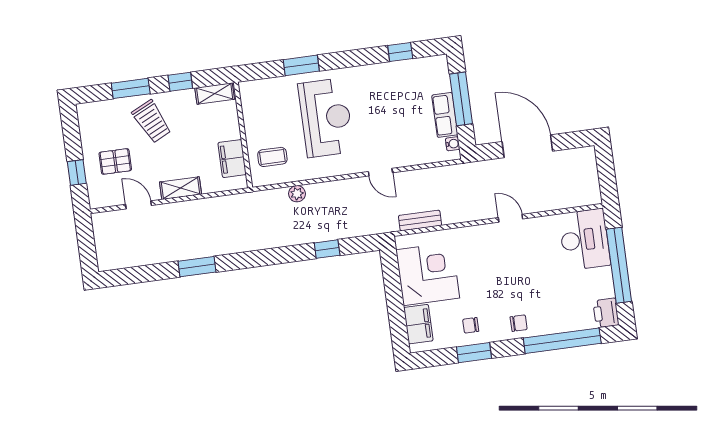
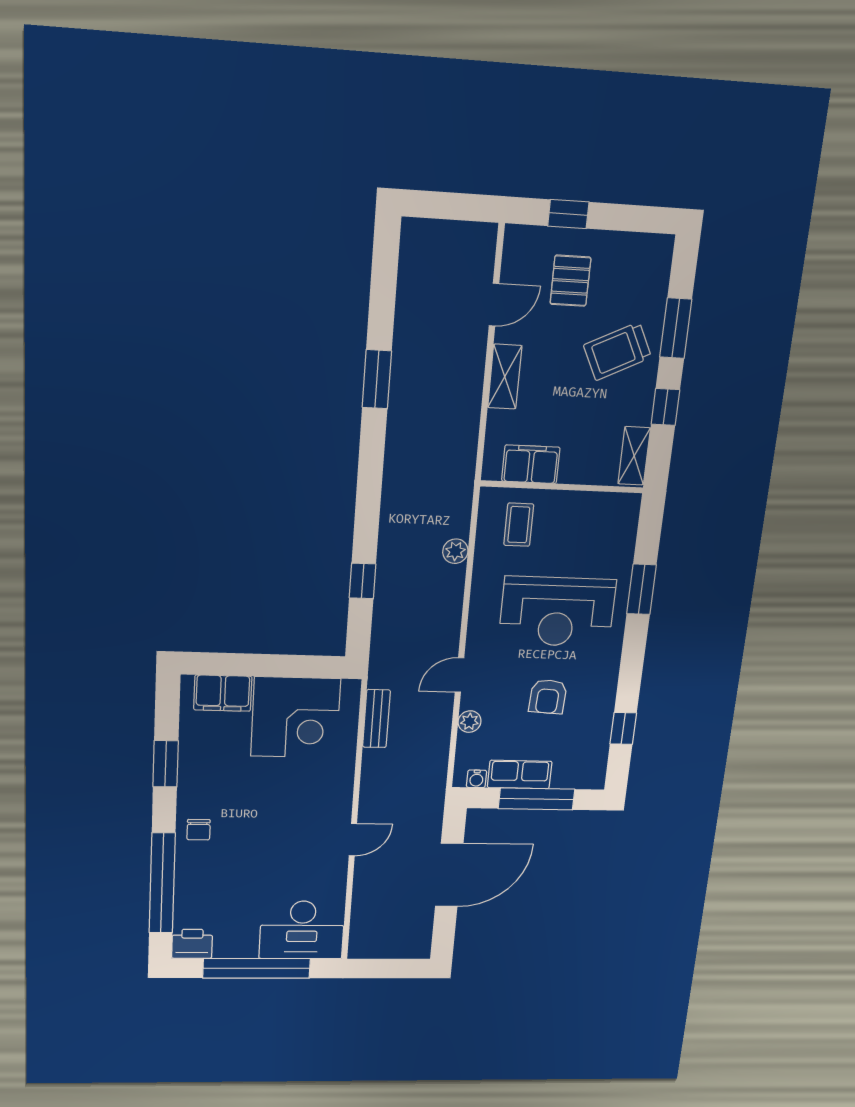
armchair: (386, 109) -> (548, 697), added
plant: (412, 158) -> (469, 722), added
chair: (471, 325) -> (207, 765), removed

